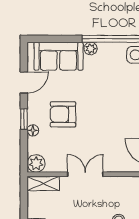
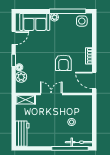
armchair: (63, 114) -> (63, 63), moved, turned -90
plant: (36, 163) -> (21, 77), moved

